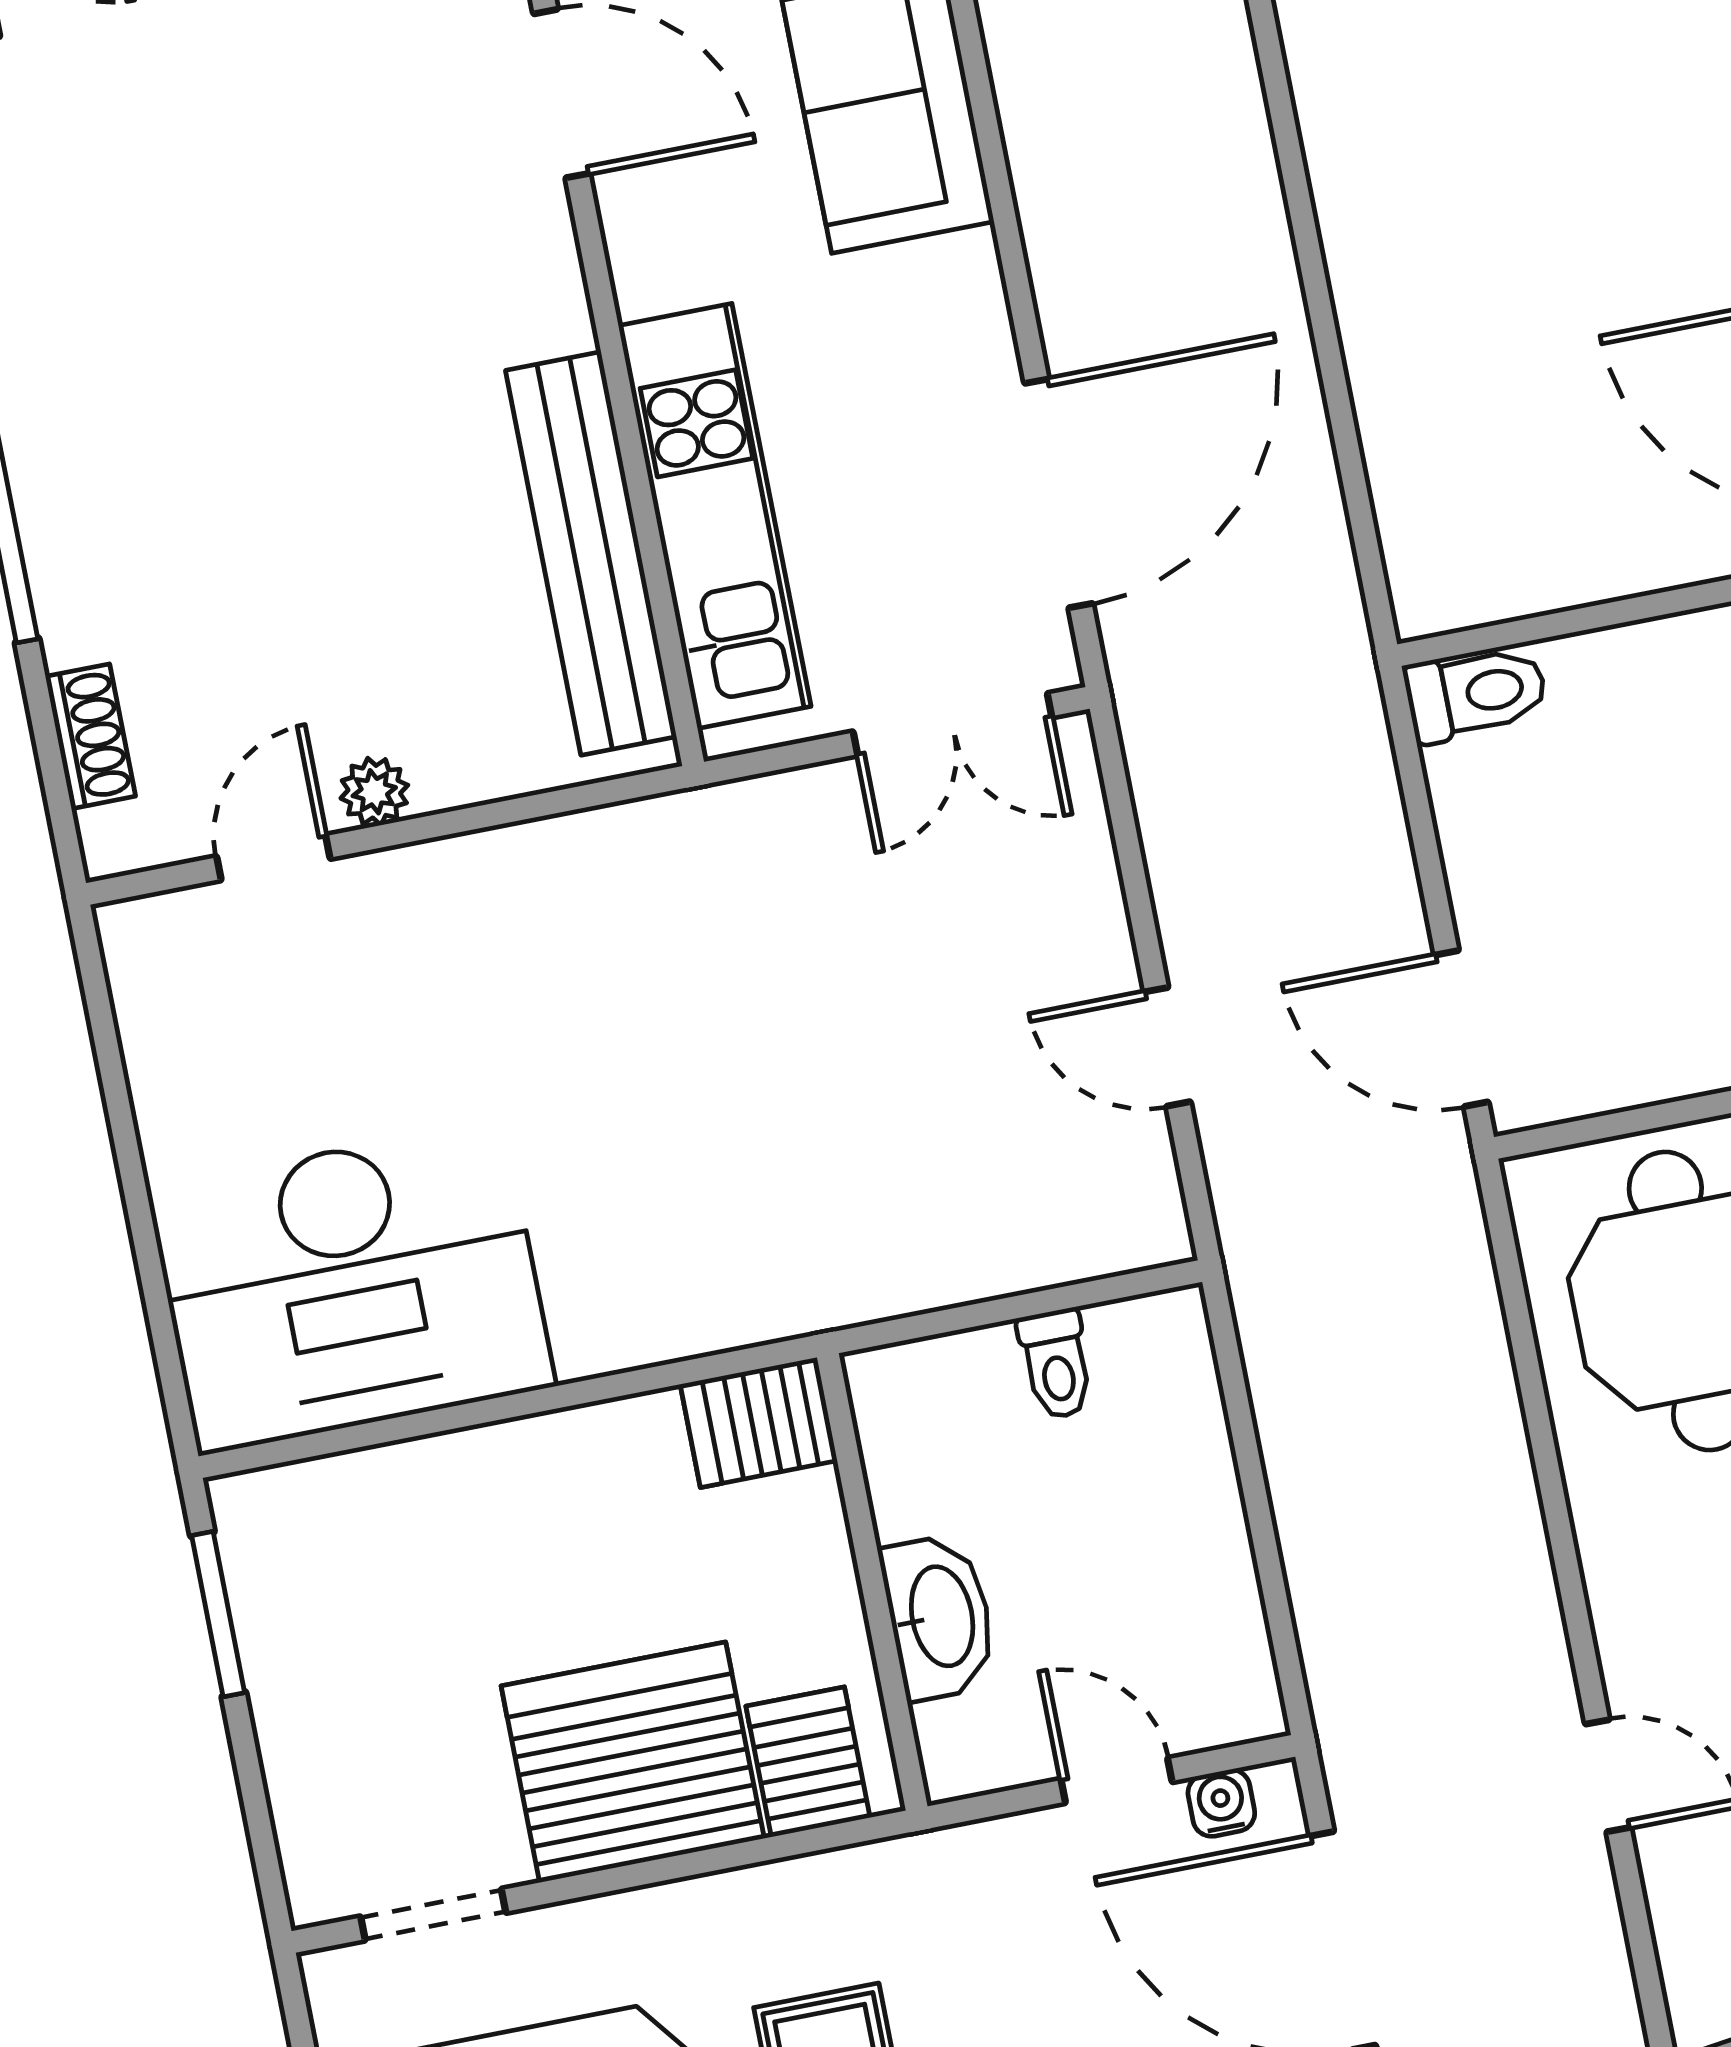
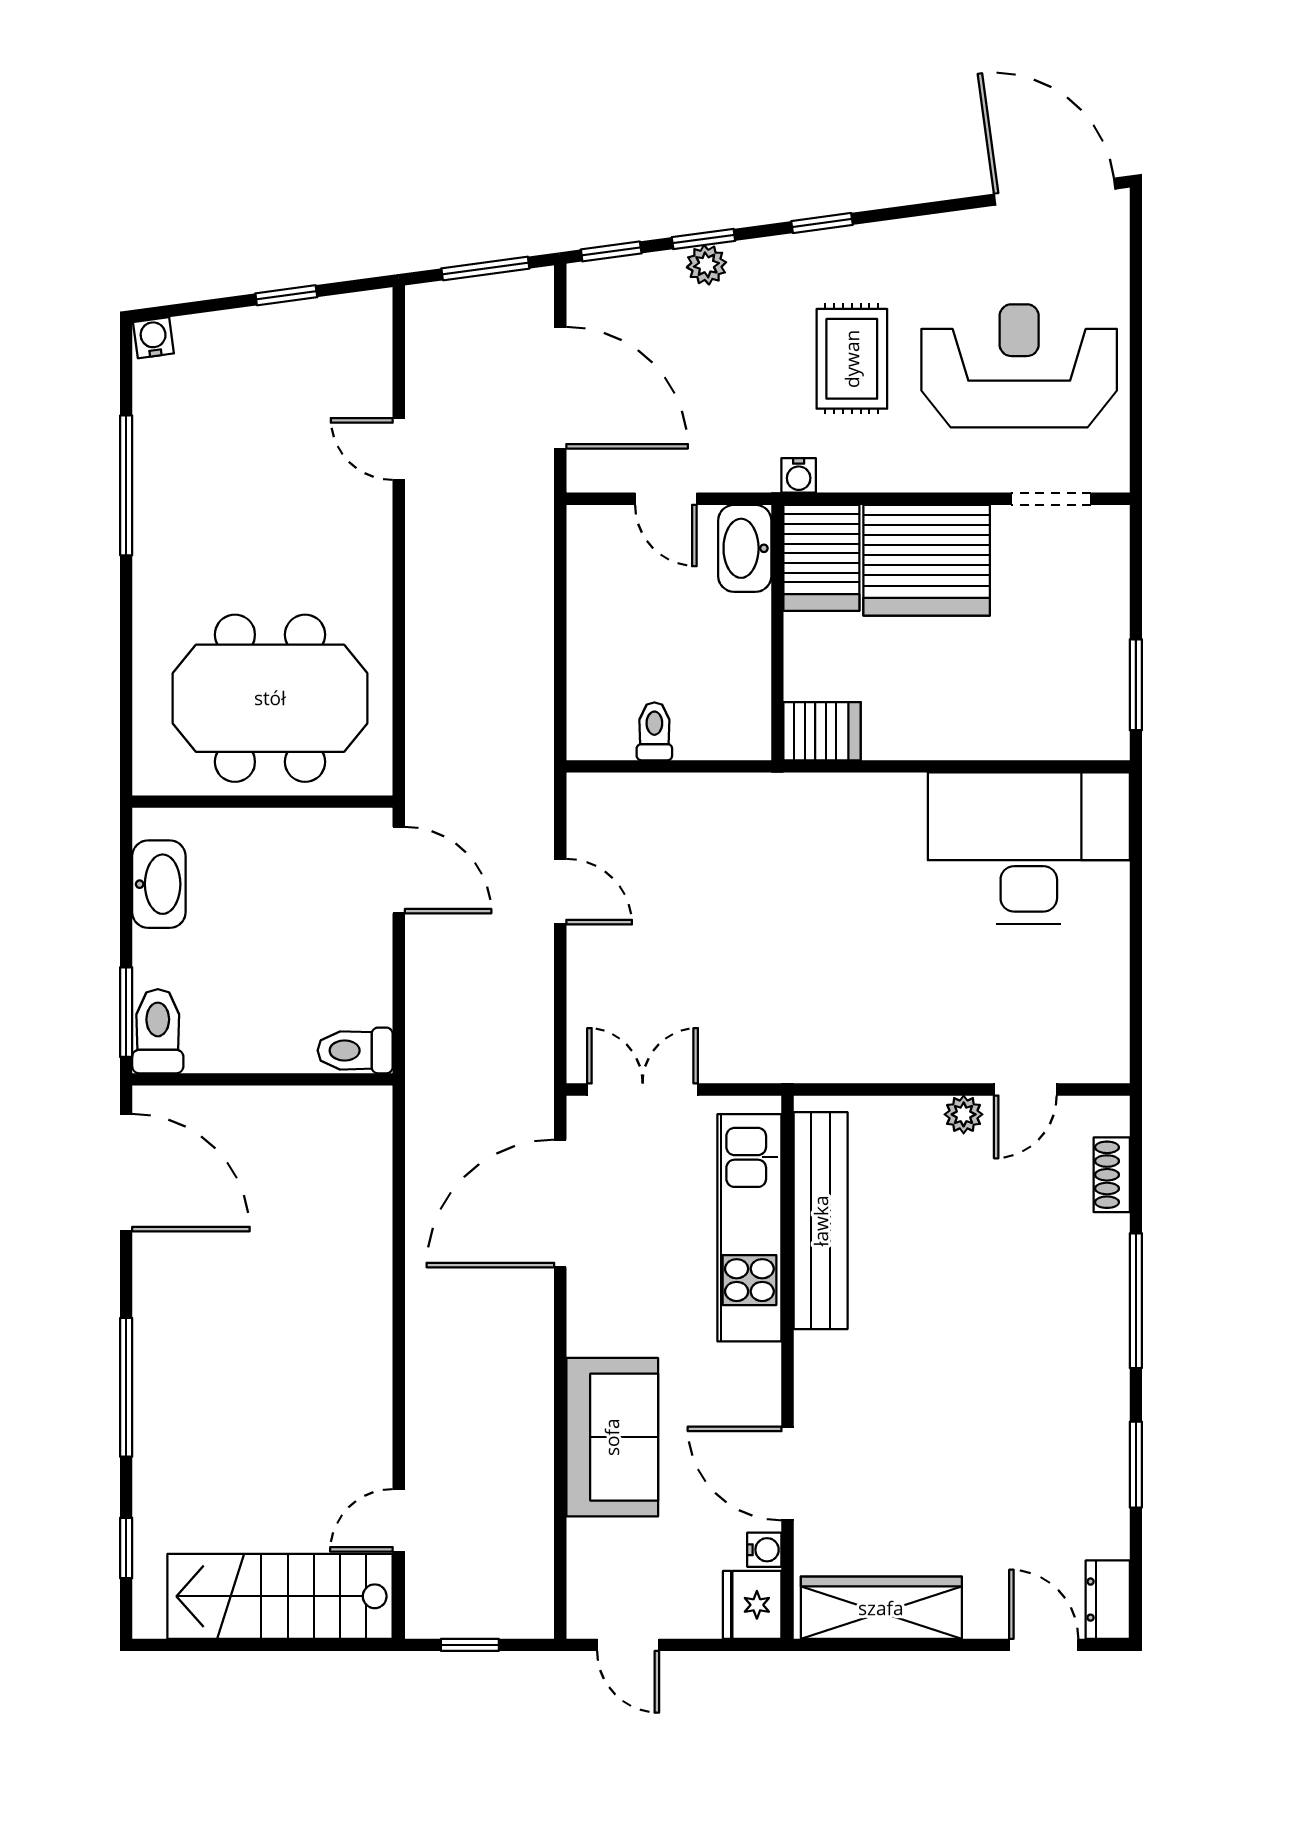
washbasin: (939, 1617) -> (745, 548), moved
server rack: (808, 1762) -> (821, 558), width x1.36, depth x1.44
water cooler: (1221, 1803) -> (799, 475), moved

